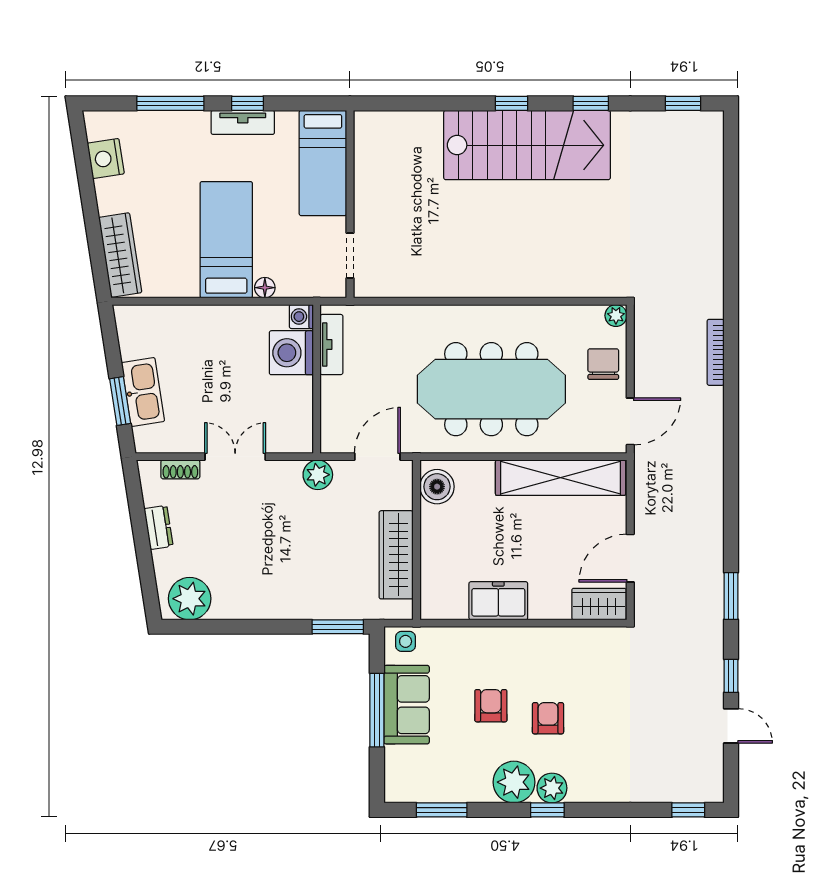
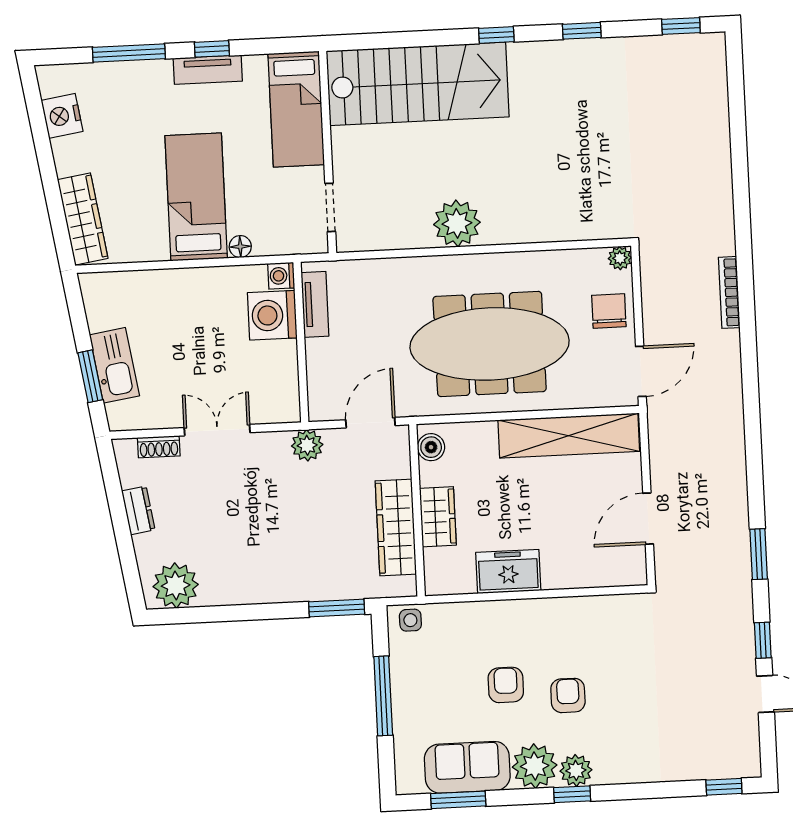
stairs: (527, 145) -> (418, 84), moved
plant: (467, 276) -> (457, 223), added
boiler: (437, 487) -> (431, 447), width x0.73, depth x0.73
wardrobe: (599, 604) -> (438, 517), moved, turned 90
sofa: (407, 705) -> (467, 767), moved, turned -90

